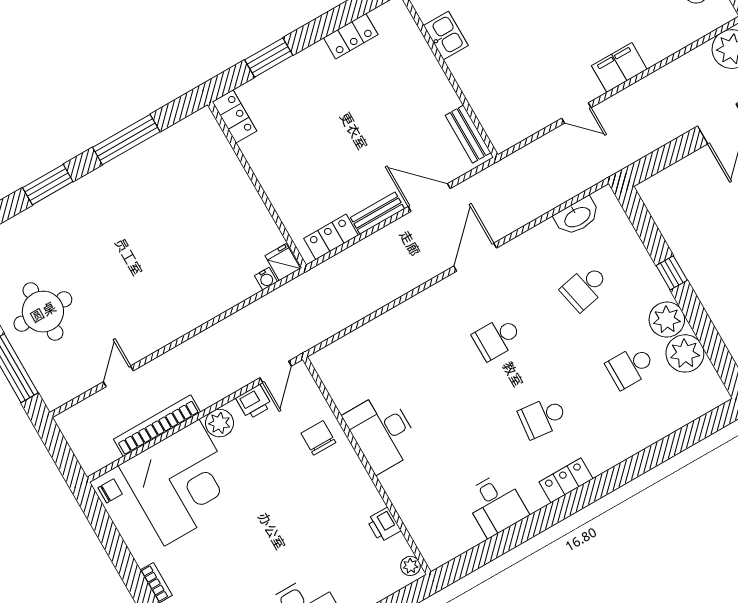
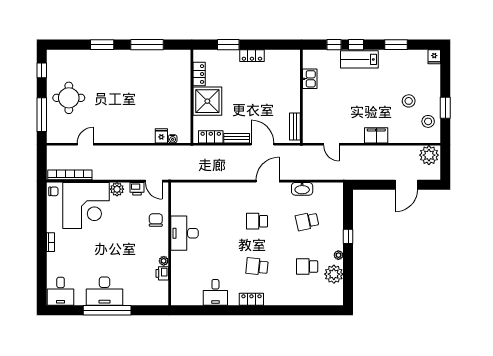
locker: (351, 36) -> (252, 56), moved
door: (576, 113) -> (331, 144), moved
locker: (234, 116) -> (199, 74), moved
shower: (289, 178) -> (207, 101), added
washbasin: (577, 216) -> (302, 189), moved
fridge: (283, 262) -> (161, 136), moved
plant: (667, 320) -> (338, 255), width x0.53, depth x0.53
door: (276, 372) -> (154, 181), hinge flipped
bookcase: (157, 426) -> (70, 175), moved
plant: (410, 566) -> (164, 261), moved

